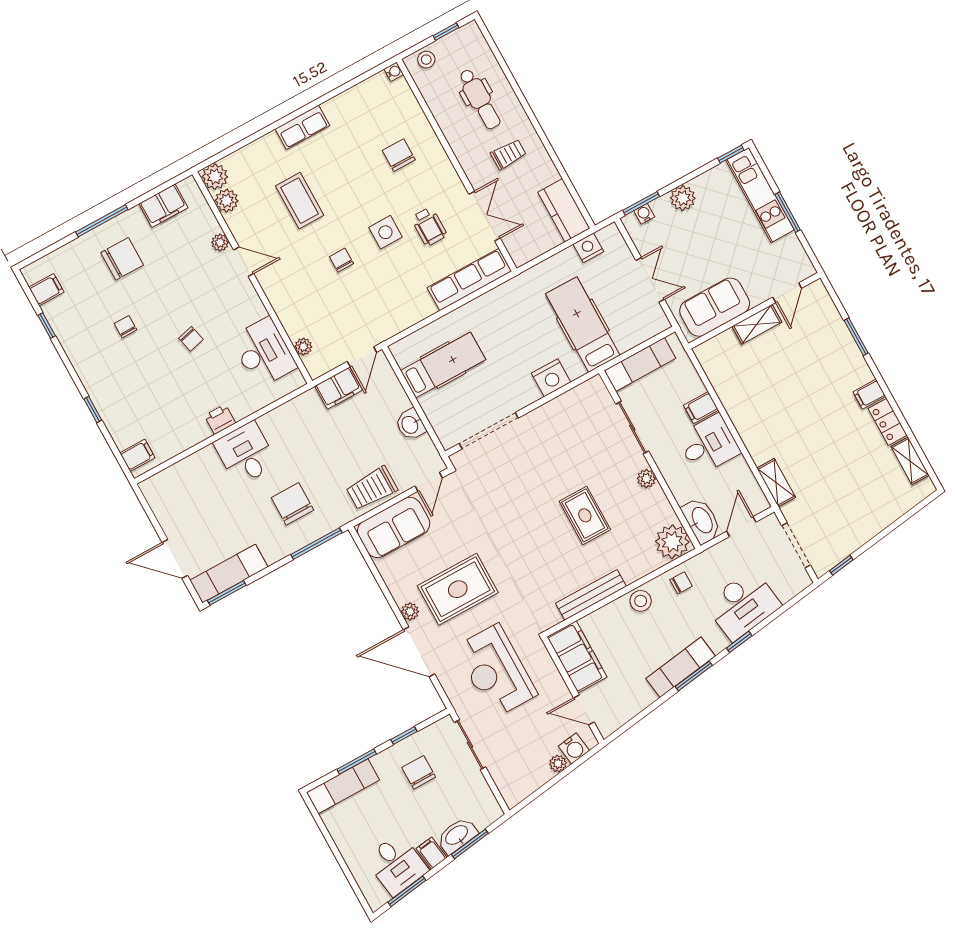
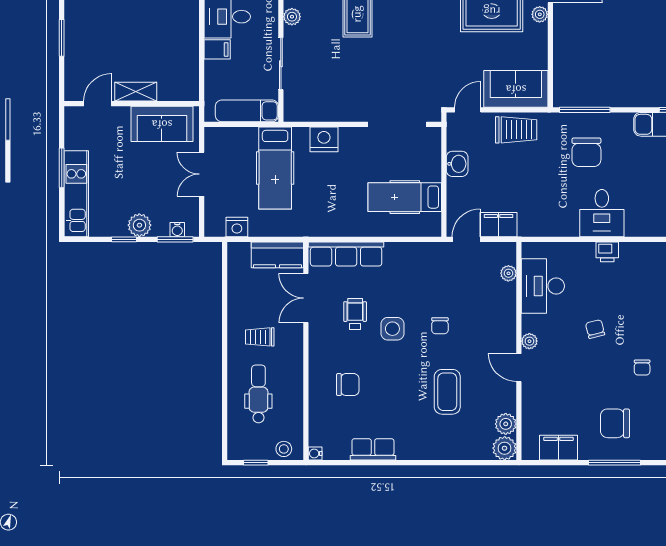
row of seats: (302, 127) -> (373, 449), moved
window: (731, 154) -> (124, 239), moved
chair: (399, 155) -> (348, 385), turned -90
kitchen counter: (564, 210) -> (277, 255), moved, turned 90
plant: (220, 243) -> (529, 341), moved

